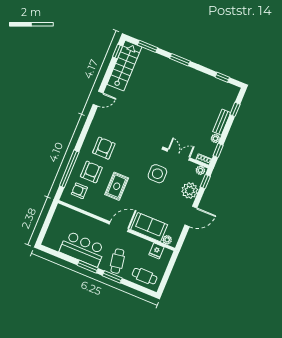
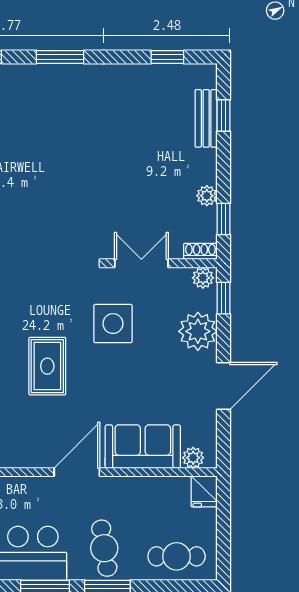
bench: (222, 122) -> (206, 118), moved
rug: (117, 186) -> (47, 366), moved
fridge: (156, 251) -> (204, 491), moved

